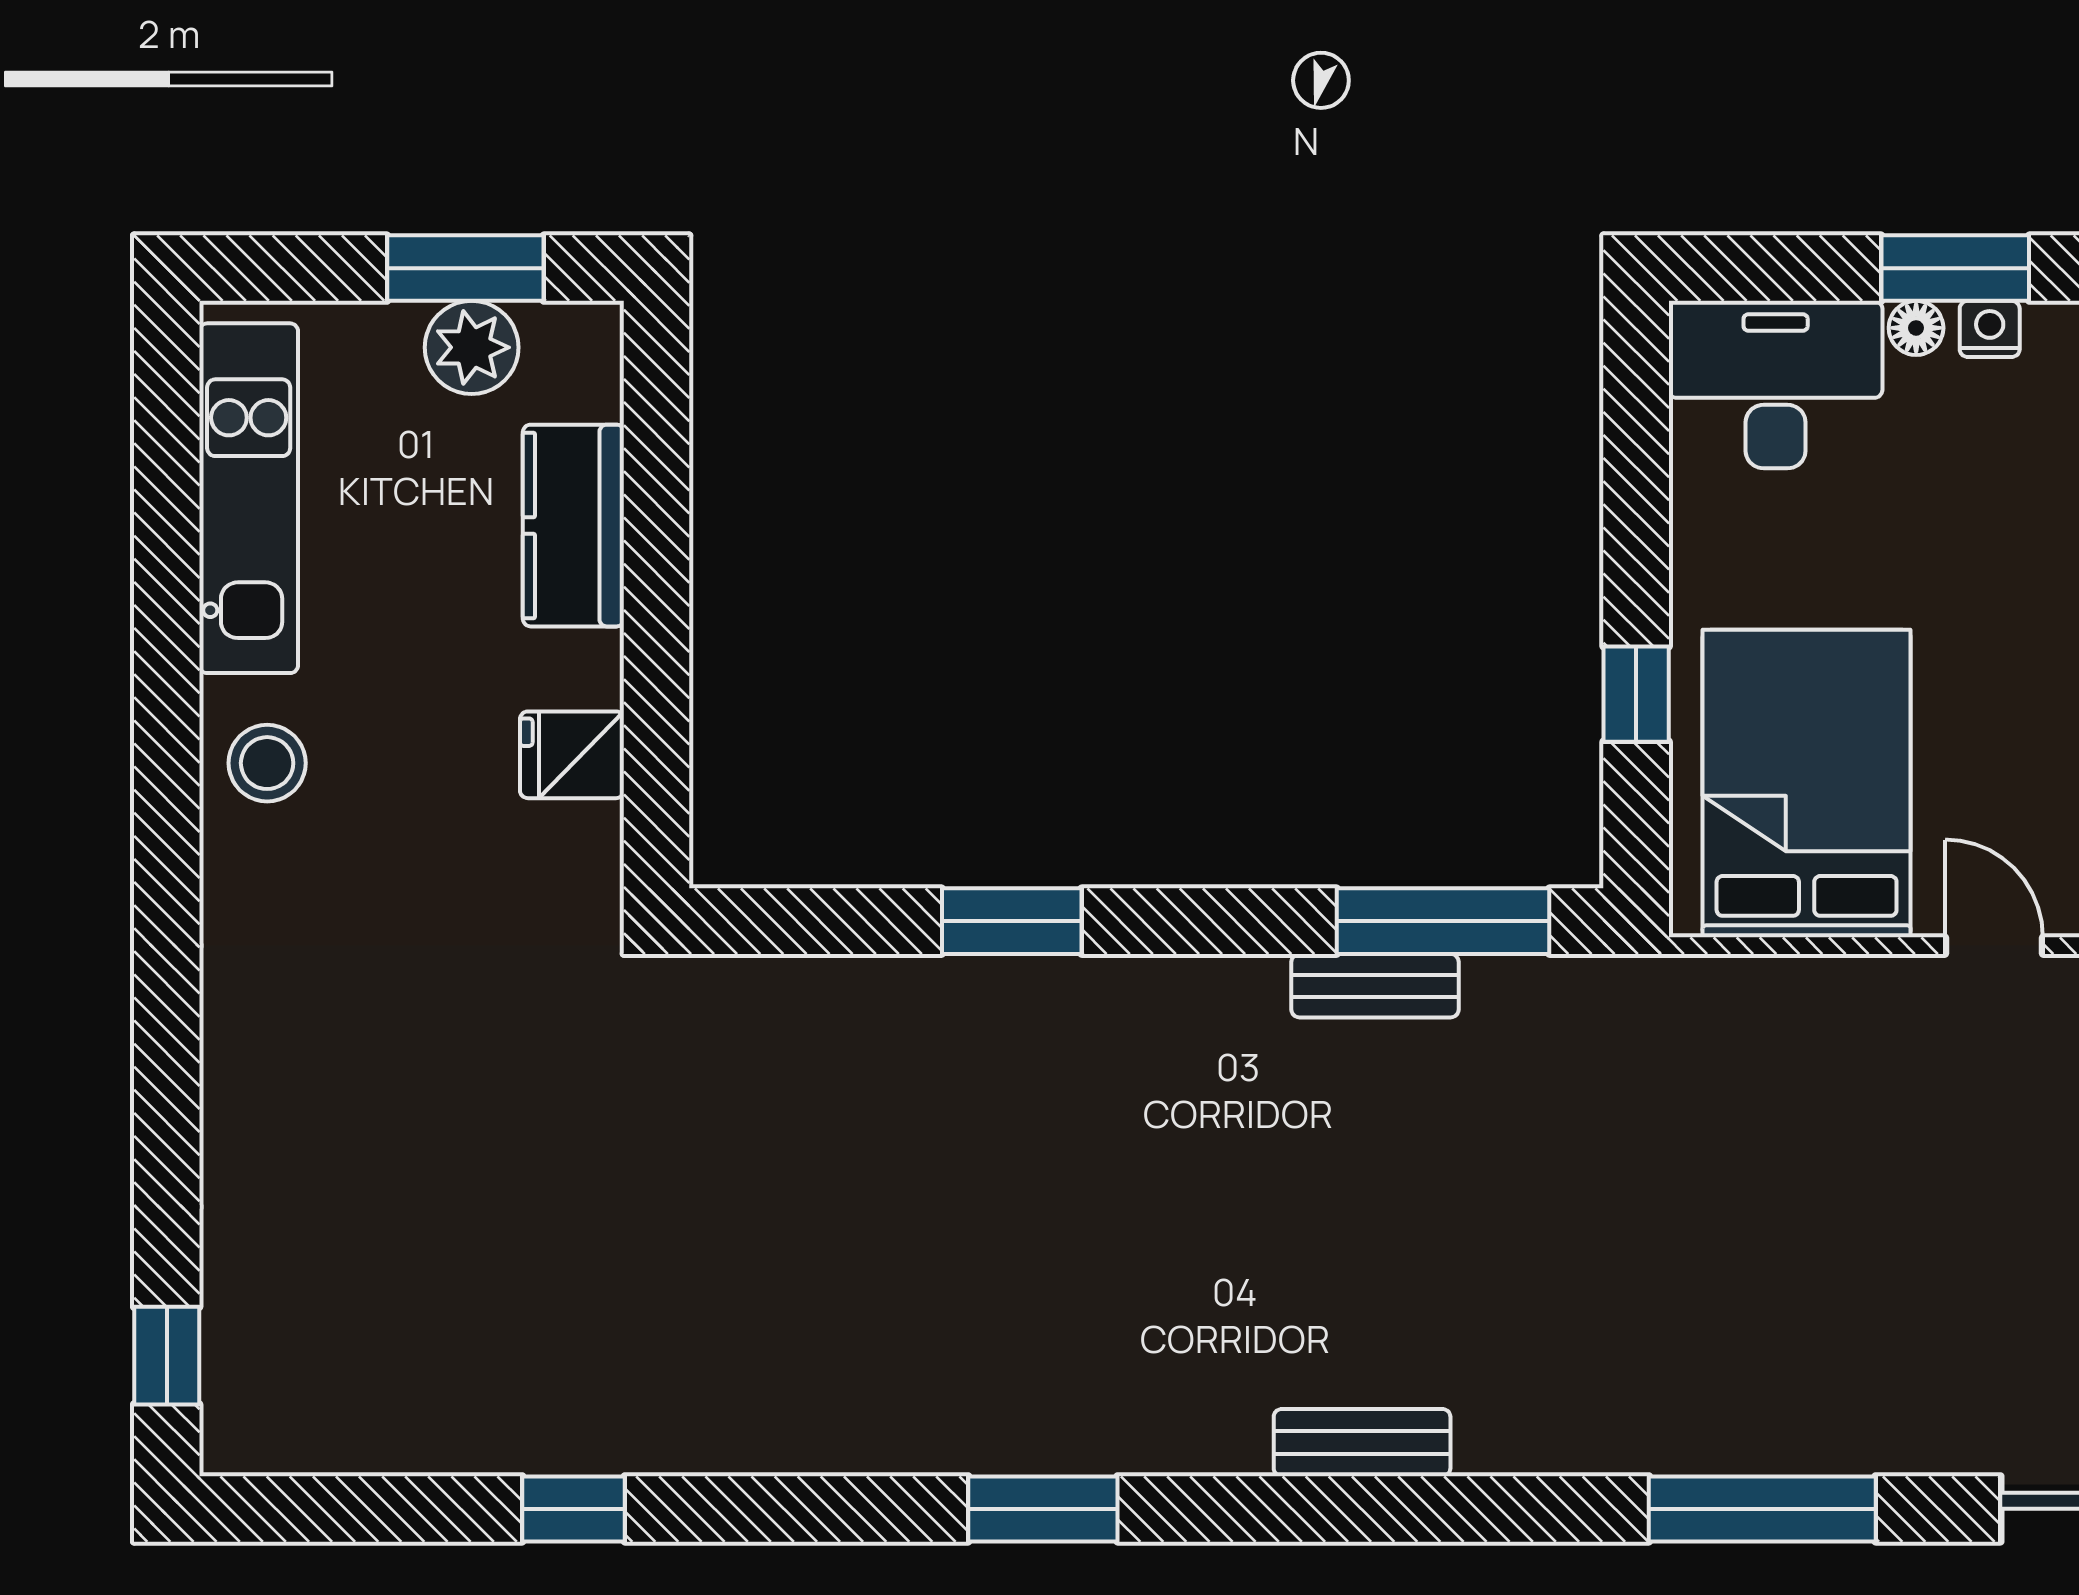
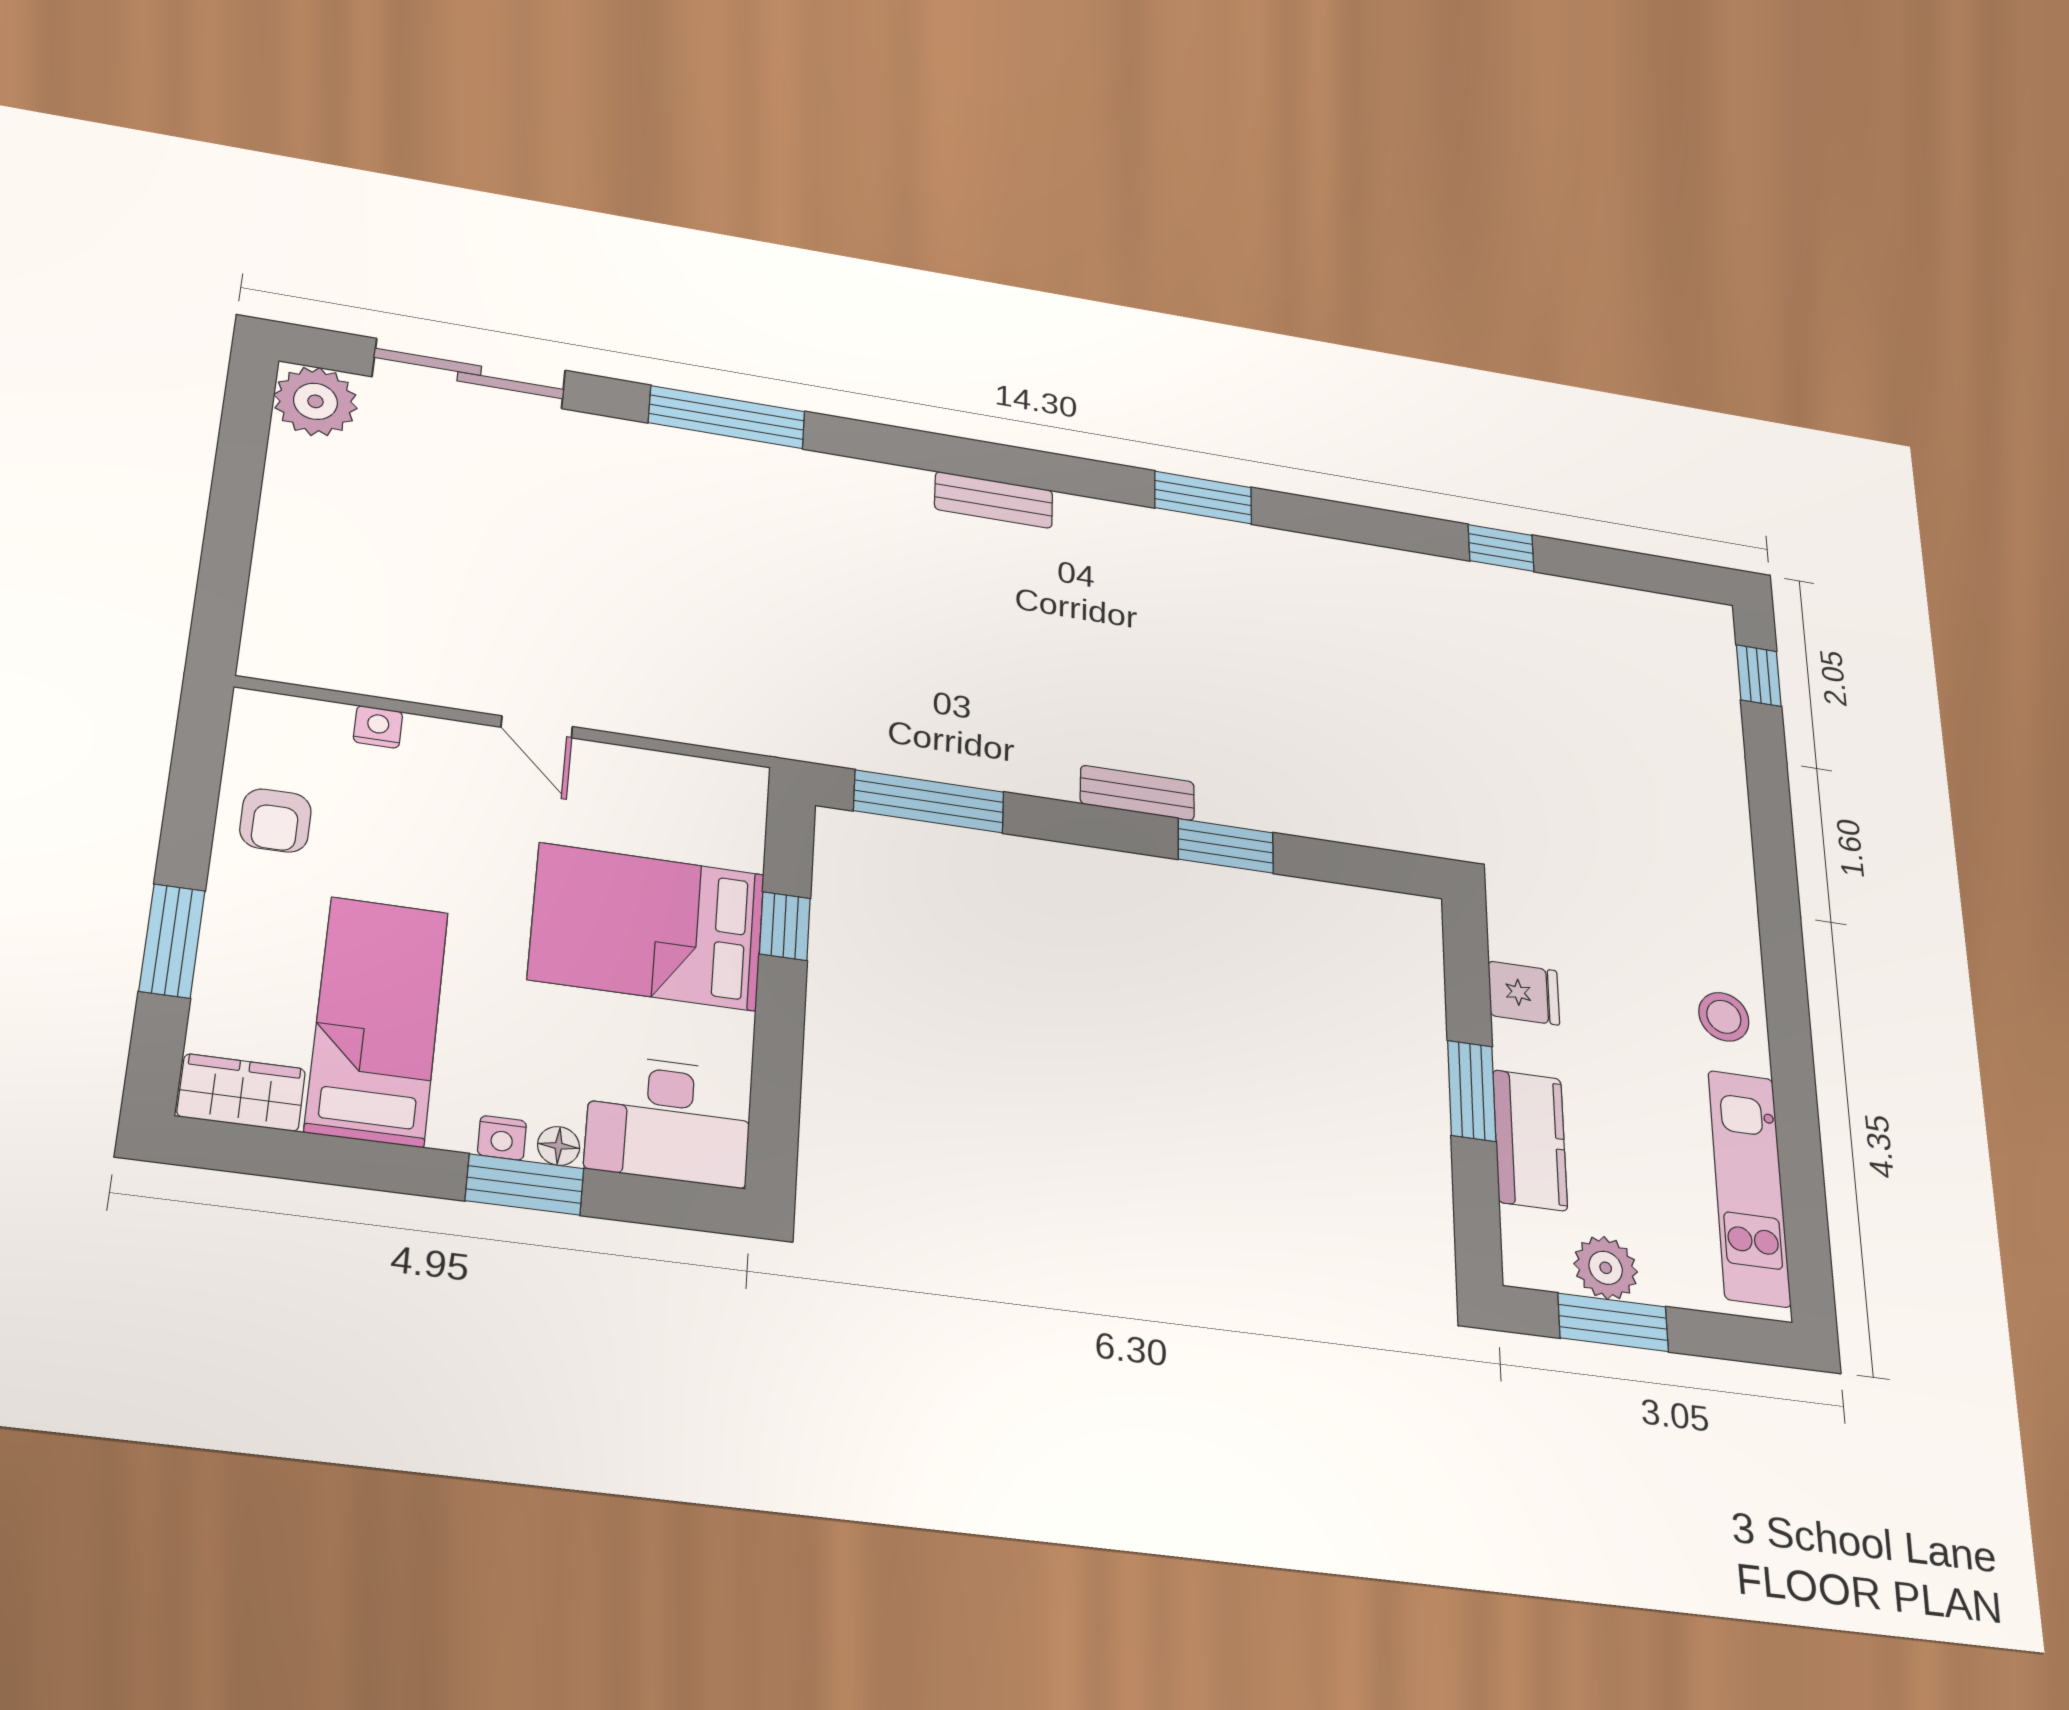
window: (657, 589) -> (1472, 1091), added
bed: (1807, 784) -> (647, 927), moved, turned 90
bench: (1375, 986) -> (1137, 793), moved

